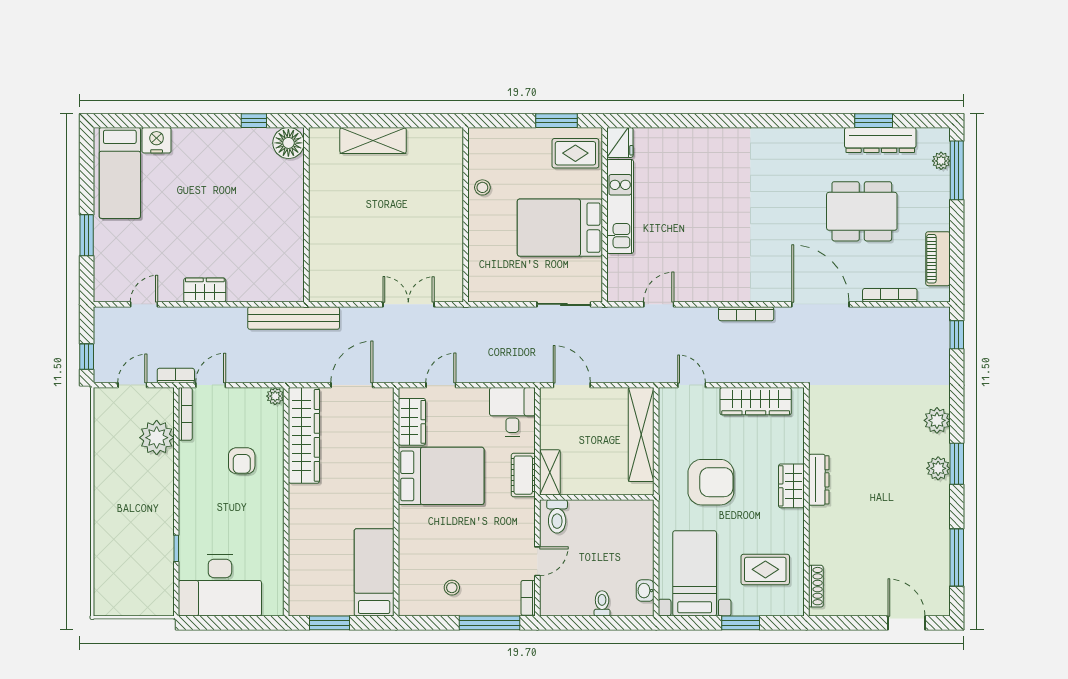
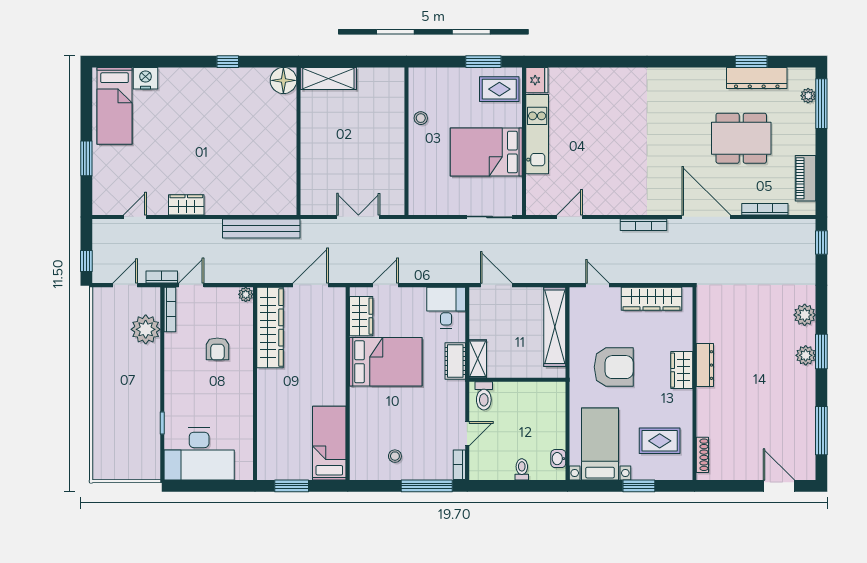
floor lamp: (288, 143) -> (283, 80), moved
wall: (306, 215) -> (299, 141), moved

